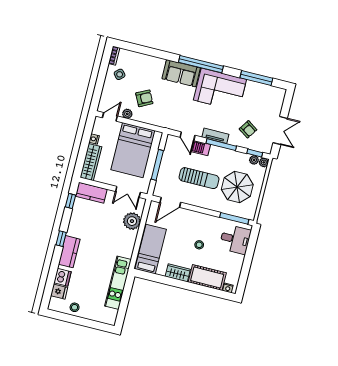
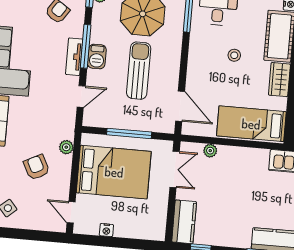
plant: (127, 114) -> (66, 147), moved
barbecue: (201, 148) -> (97, 57), moved
wardrobe: (91, 162) -> (140, 229), removed
plant: (132, 221) -> (210, 151), width x0.53, depth x0.53

